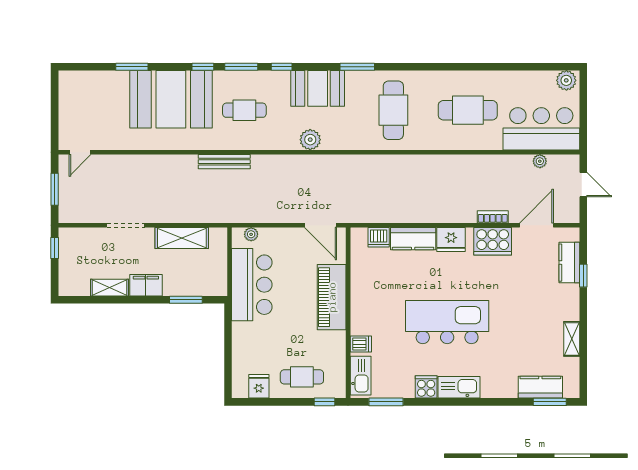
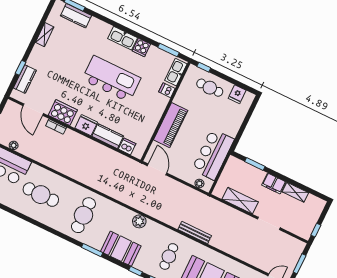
cafe table: (244, 110) -> (169, 256), turned 90
door: (536, 225) -> (33, 110), hinge flipped
kitchen island: (447, 322) -> (111, 79), turned 180

